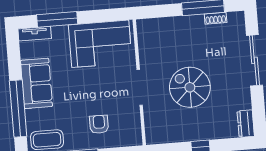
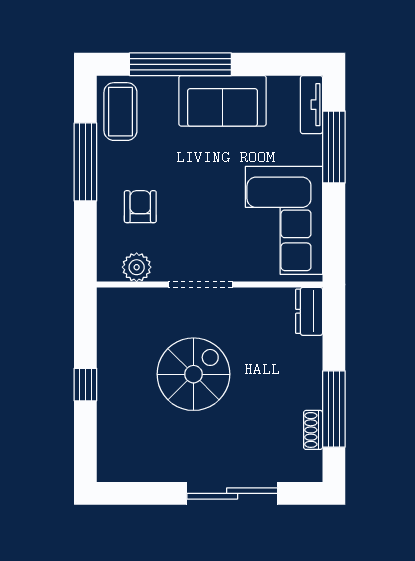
armchair: (99, 124) -> (140, 207), turned -90
plant: (133, 124) -> (137, 267), added
dresser: (246, 124) -> (309, 311), moved, turned -90

